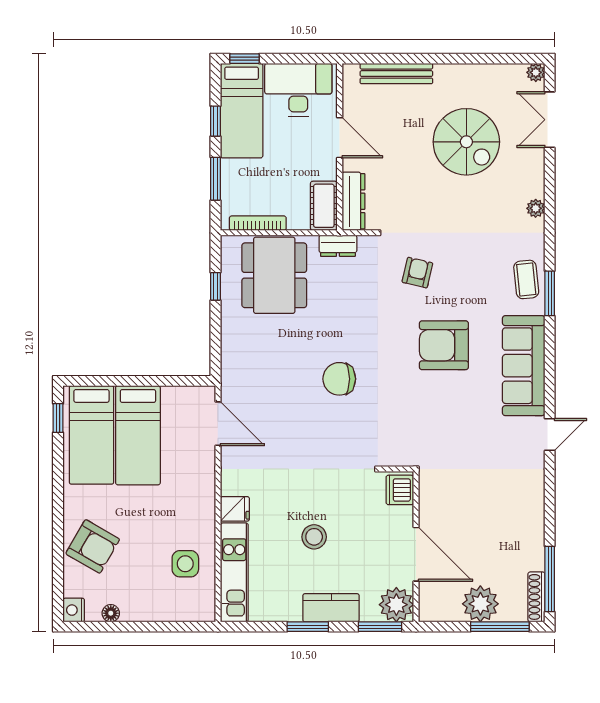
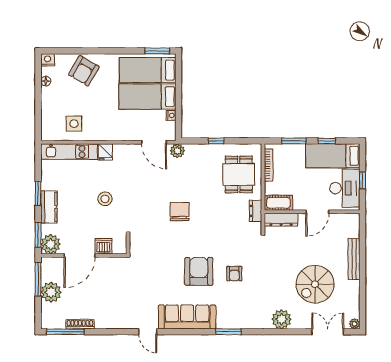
window: (245, 59) -> (363, 180), moved
bench: (396, 74) -> (354, 259), moved
plant: (536, 208) -> (282, 319), width x1.88, depth x1.88
armchair: (417, 273) -> (234, 274), moved, turned 77
dining table: (274, 275) -> (239, 174), width x0.73
coffee table: (526, 279) -> (236, 318), removed
window: (216, 286) -> (216, 141), moved
plant: (233, 383) -> (177, 151), added
nightstand: (171, 394) -> (171, 115), added
window: (58, 418) -> (157, 51), width x1.50
door: (218, 424) -> (154, 142), hinge flipped
dishwasher: (400, 490) -> (103, 246), moved
stool: (314, 537) -> (105, 199), moved
shoe rack: (536, 597) -> (80, 324), moved
window: (500, 627) -> (38, 279), moved

